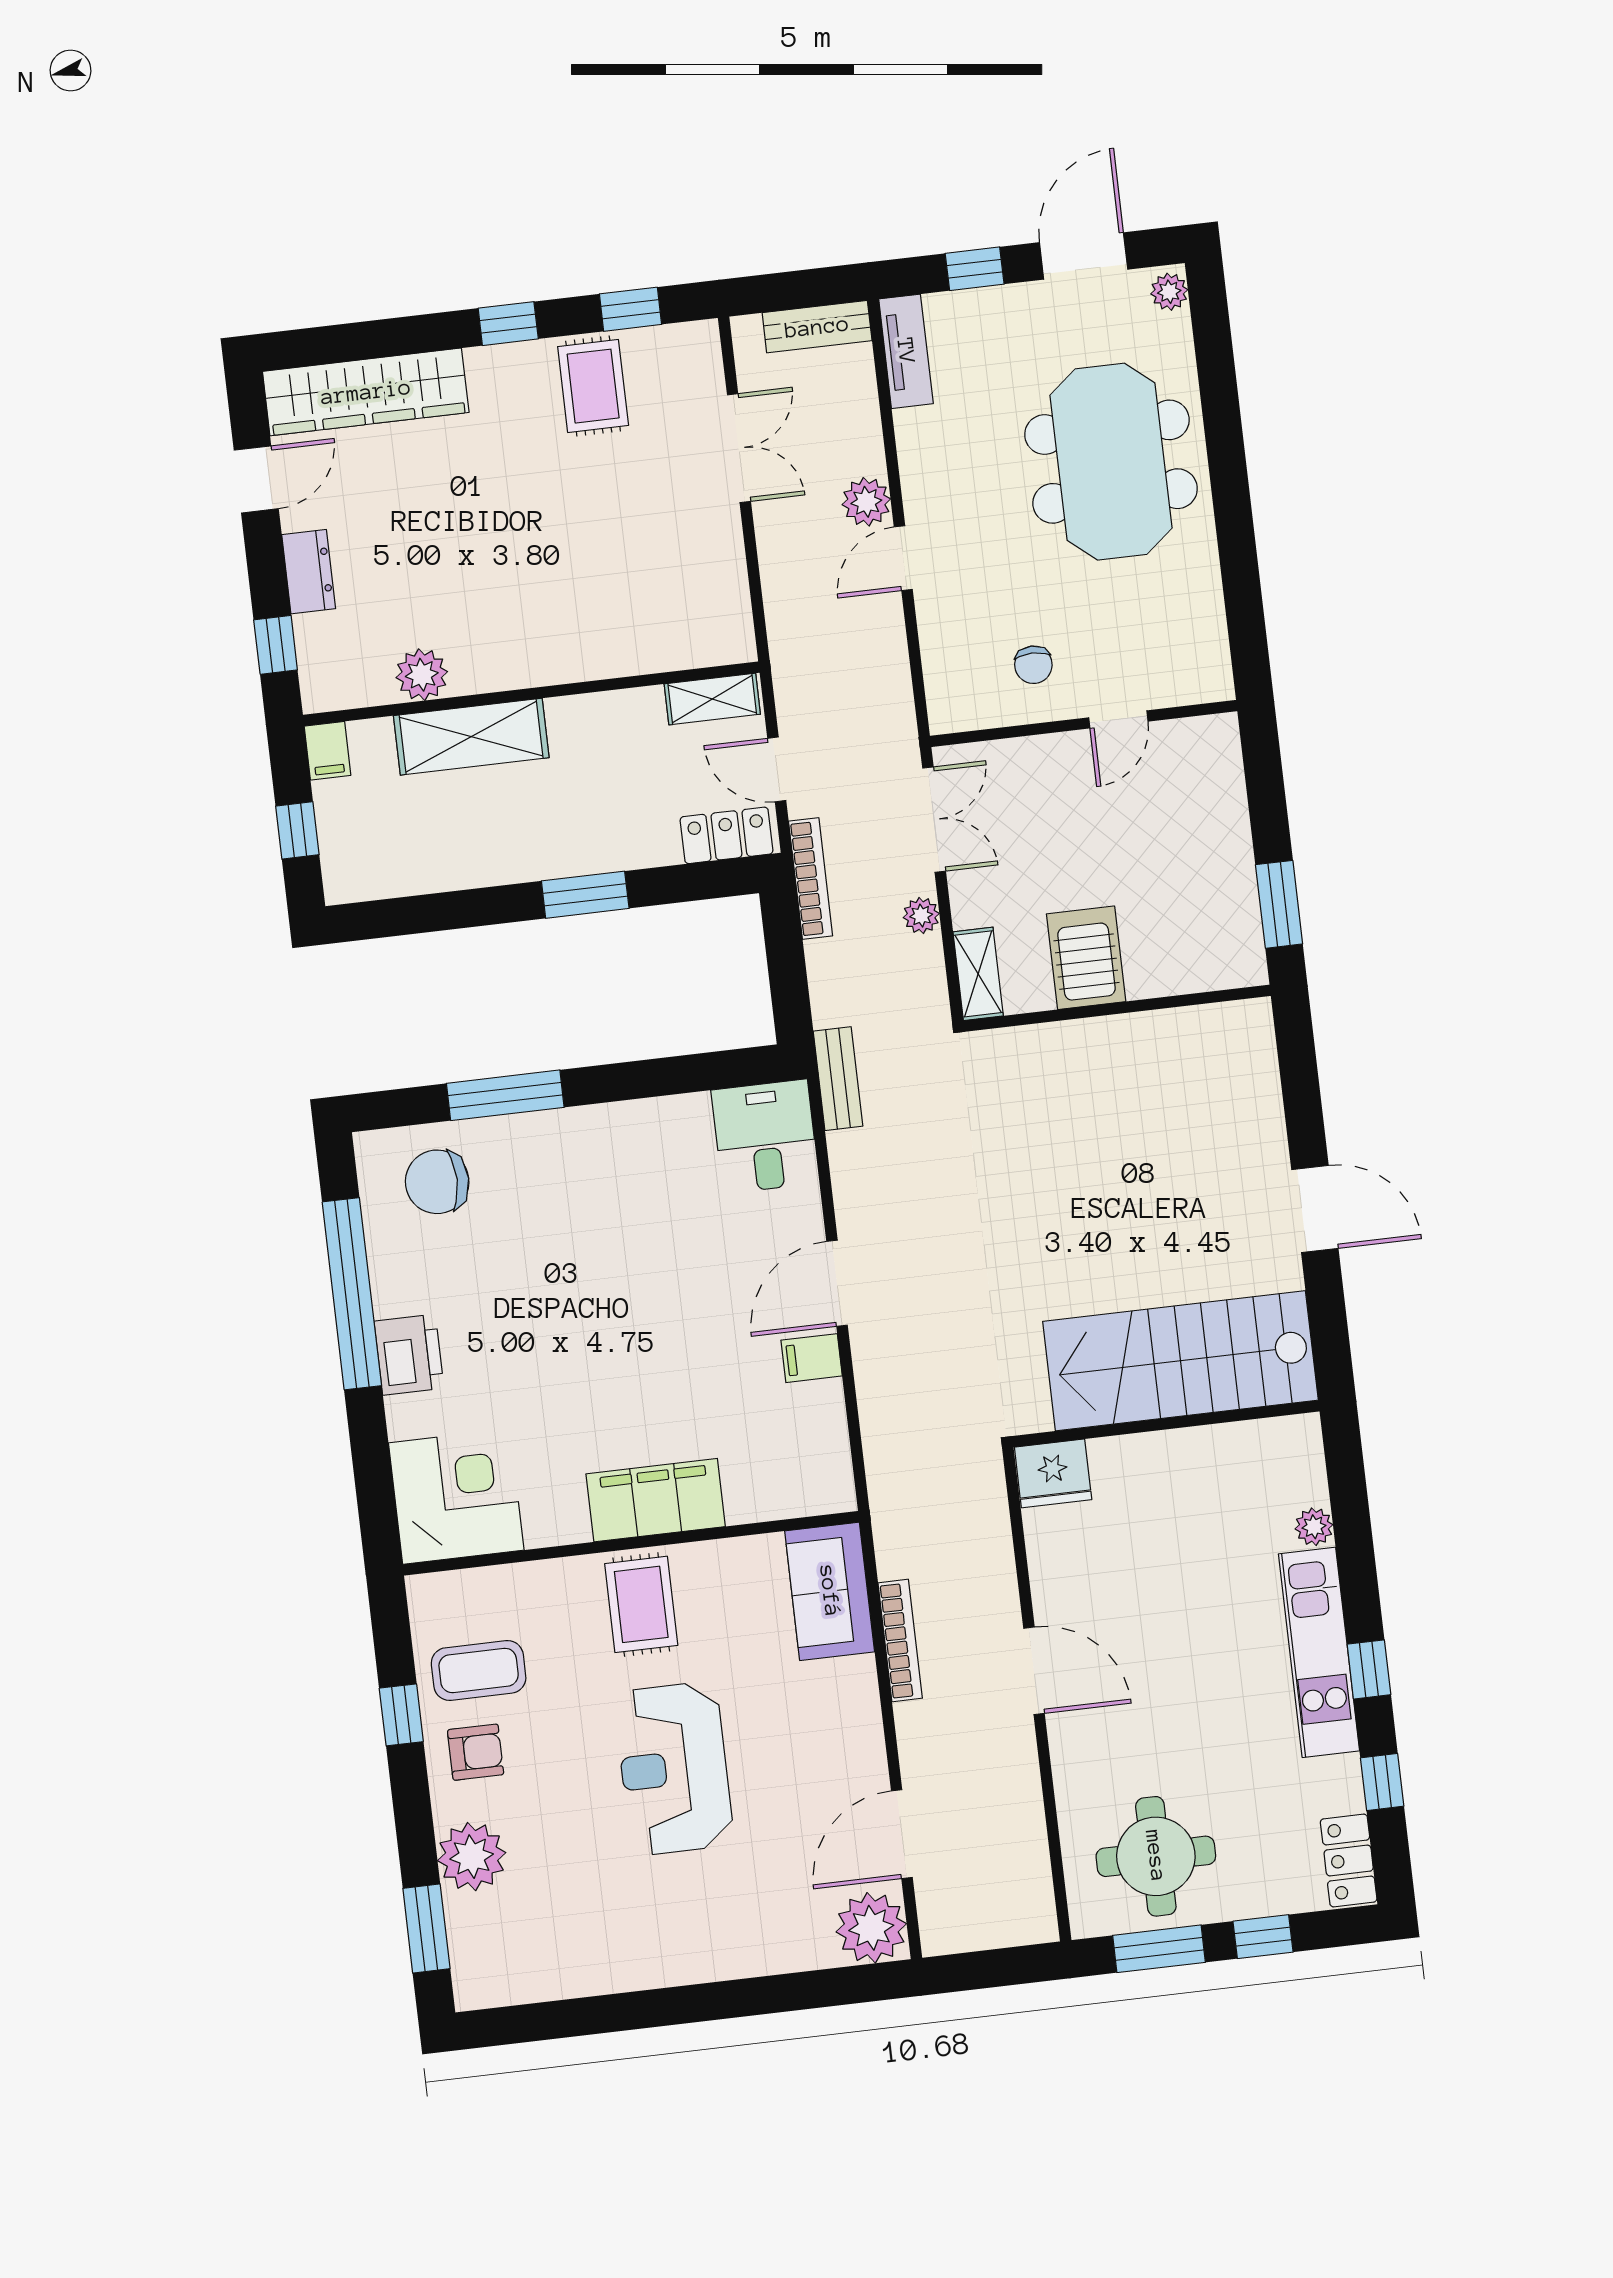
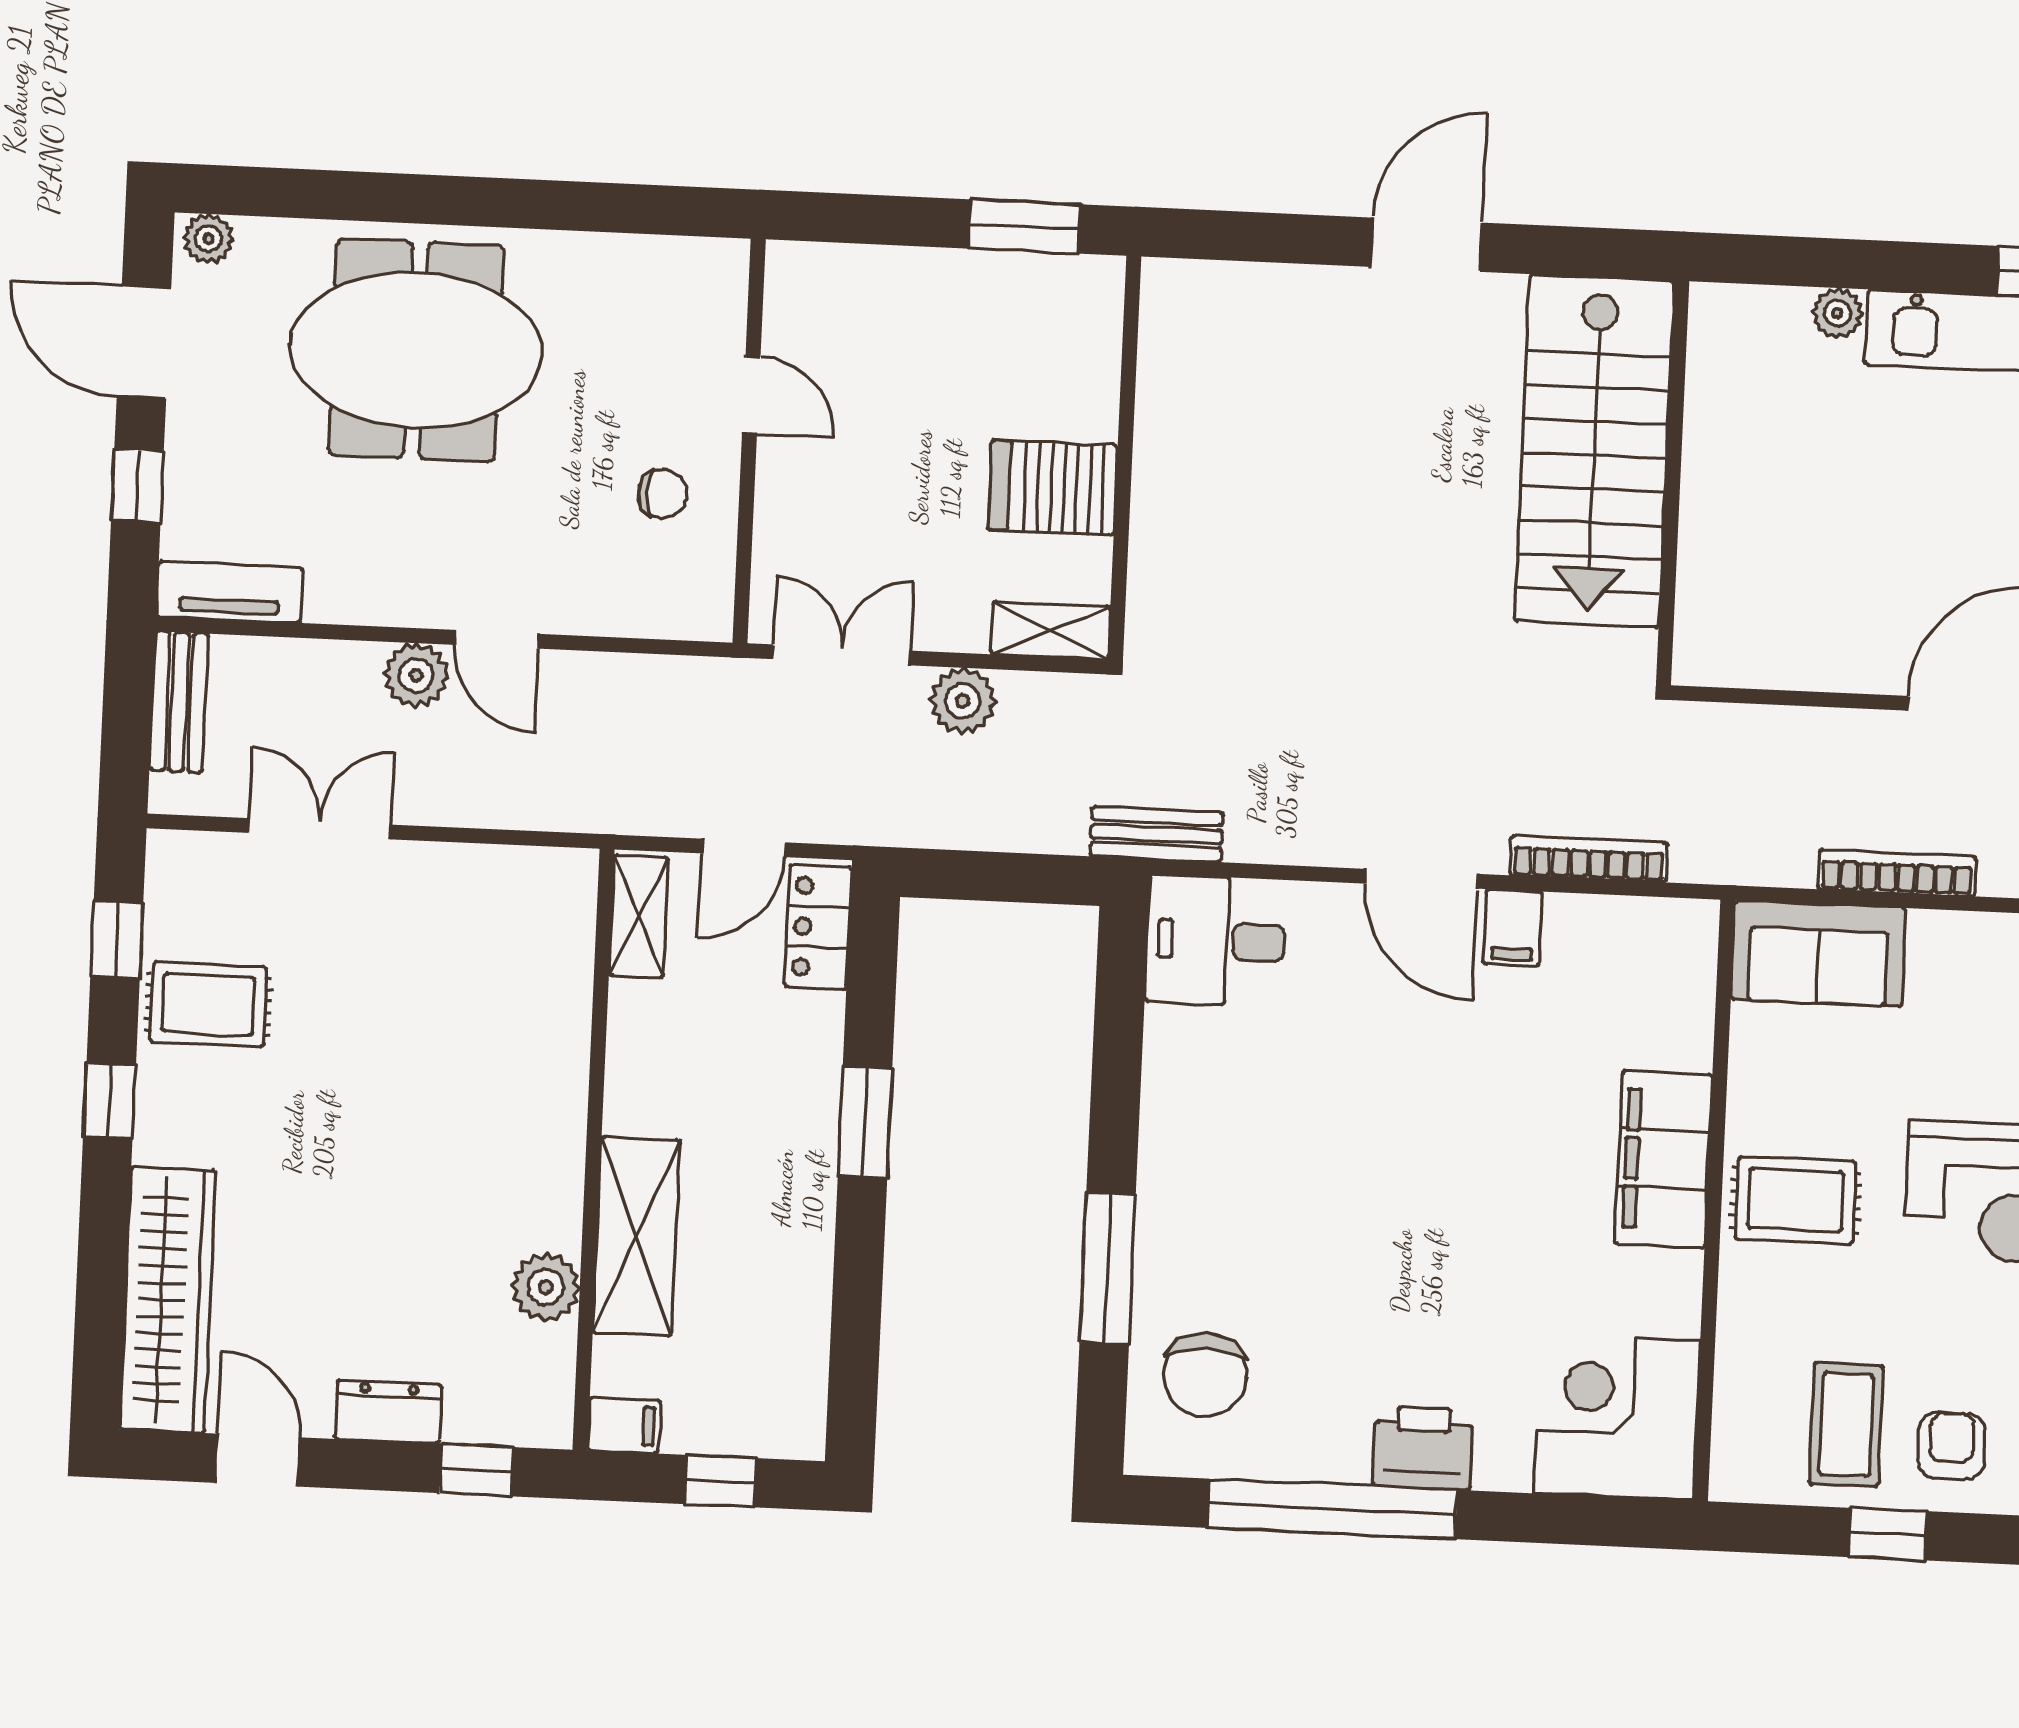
bookcase: (811, 878) -> (1589, 859), moved
plant: (921, 916) -> (963, 701), width x1.38, depth x1.38
fridge: (1053, 1473) -> (1713, 639), removed

